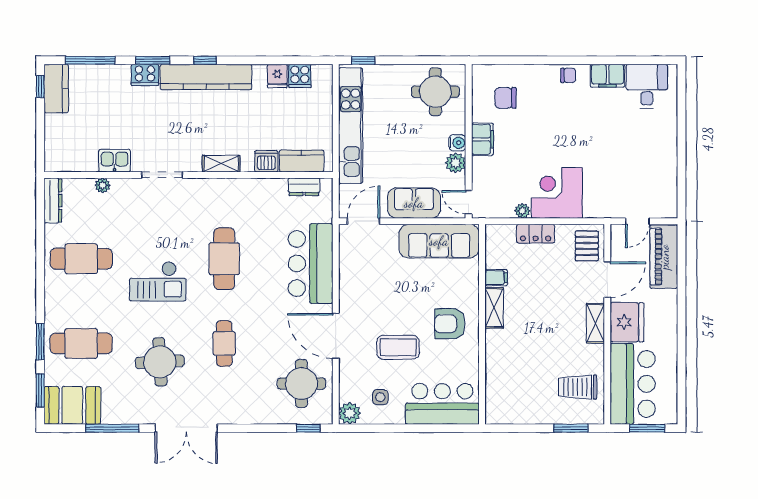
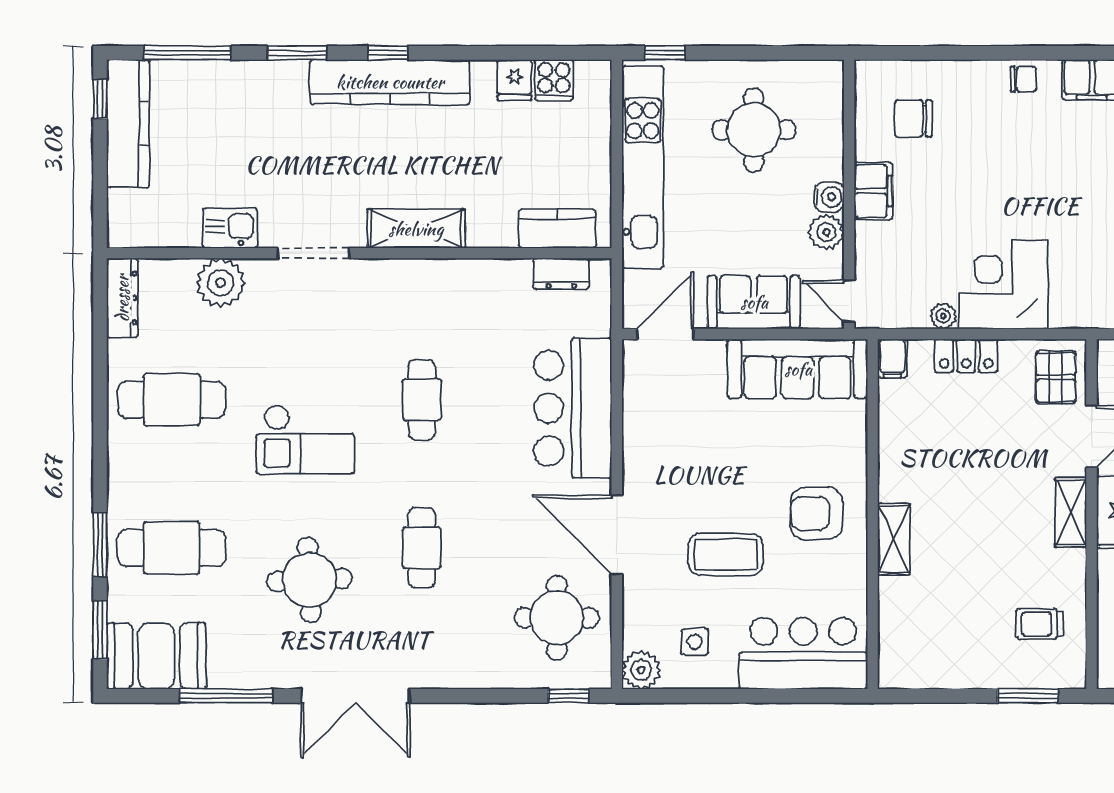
cooker: (145, 75) -> (283, 78), removed
kitchen counter: (56, 89) -> (128, 124), width x1.50
round table: (435, 92) -> (754, 130), moved
dishwasher: (266, 161) -> (495, 229), removed
shelving: (221, 164) -> (416, 229), width x1.50, depth x1.33
plant: (103, 185) -> (221, 283), width x1.88, depth x1.88
cafe table: (224, 259) -> (422, 400), width x0.73, depth x0.74
filing cabinet: (496, 278) -> (892, 359), moved, turned 90
shelving: (494, 308) -> (894, 539), moved
trolley: (578, 387) -> (1040, 624), width x0.73, depth x0.72

